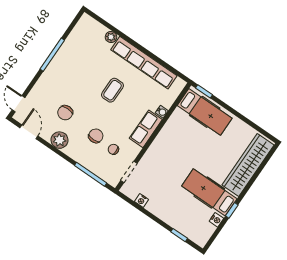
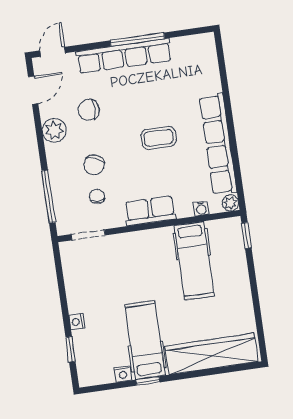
plant: (111, 37) -> (230, 203), moved
row of seats: (54, 69) -> (124, 56), added
water cooler: (162, 112) -> (201, 208), moved
hospital bed: (205, 112) -> (194, 261), moved
chair: (96, 136) -> (94, 165), turned 112
nightstand: (141, 201) -> (77, 322), moved

